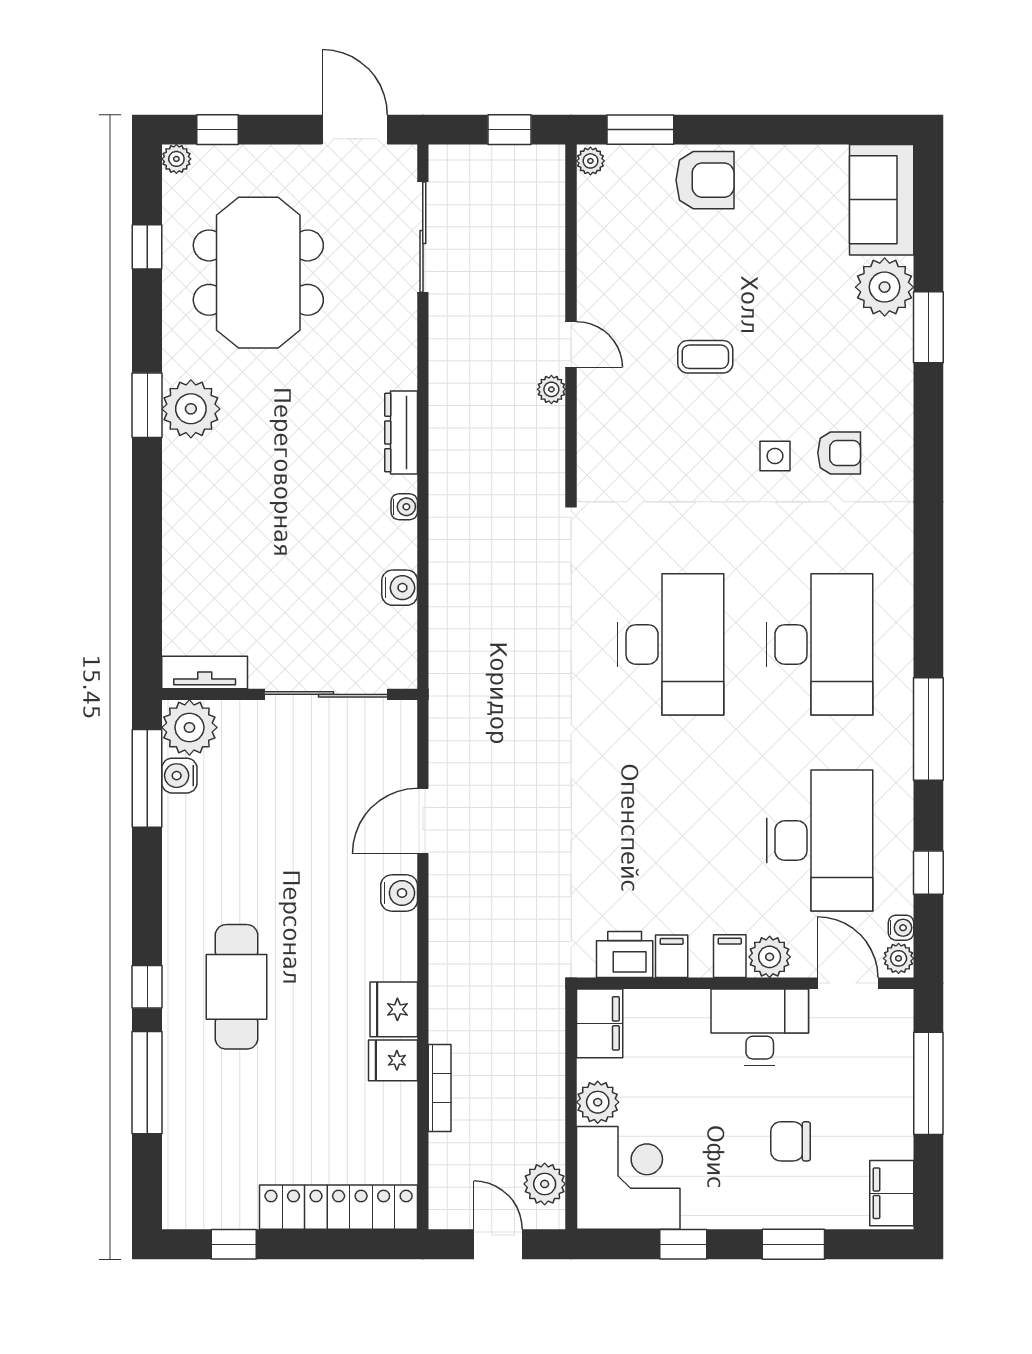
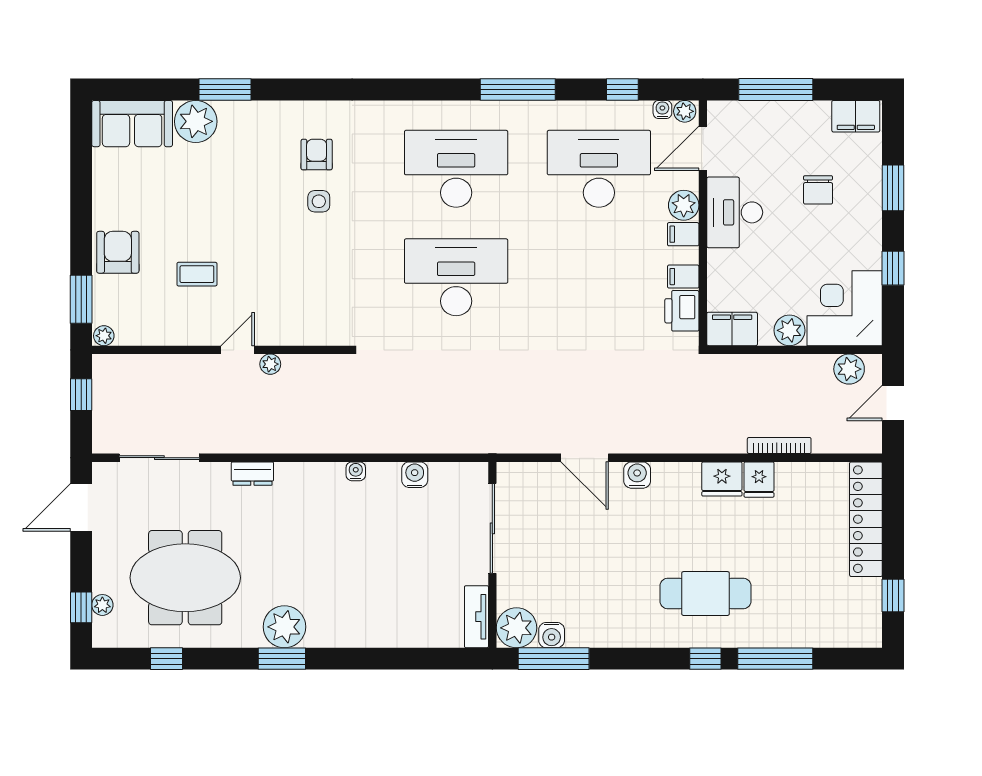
plant: (176, 159) -> (102, 605), moved
coffee table: (705, 357) -> (197, 274), moved, turned 90
dresser: (401, 432) -> (252, 474), moved, width x0.70

